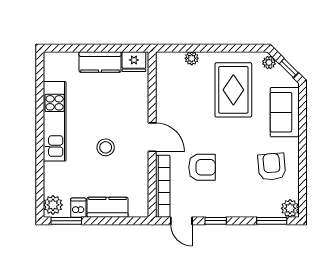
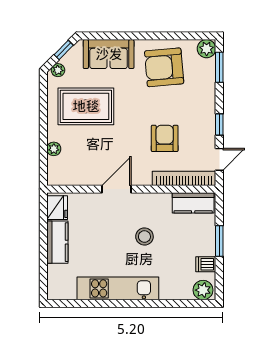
door: (152, 137) -> (117, 189), moved
armchair: (272, 167) -> (164, 67), width x1.36, depth x1.36
kitchen counter: (108, 207) -> (193, 203), moved, turned -90
window: (66, 221) -> (219, 241), moved

